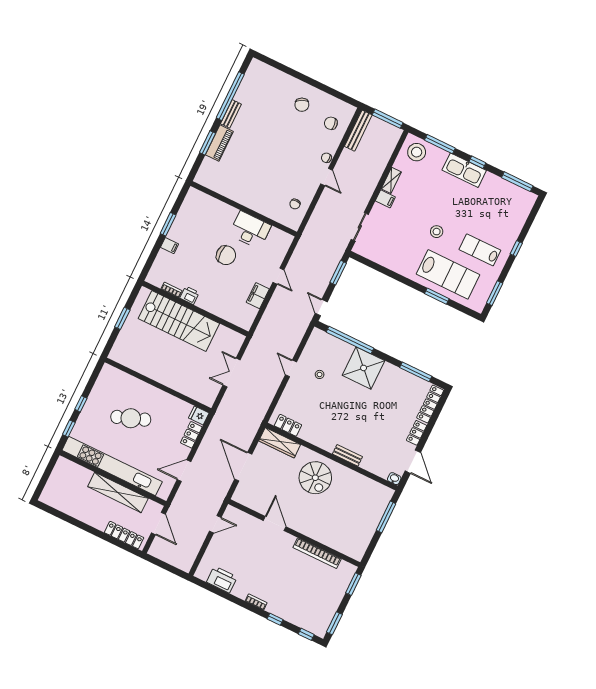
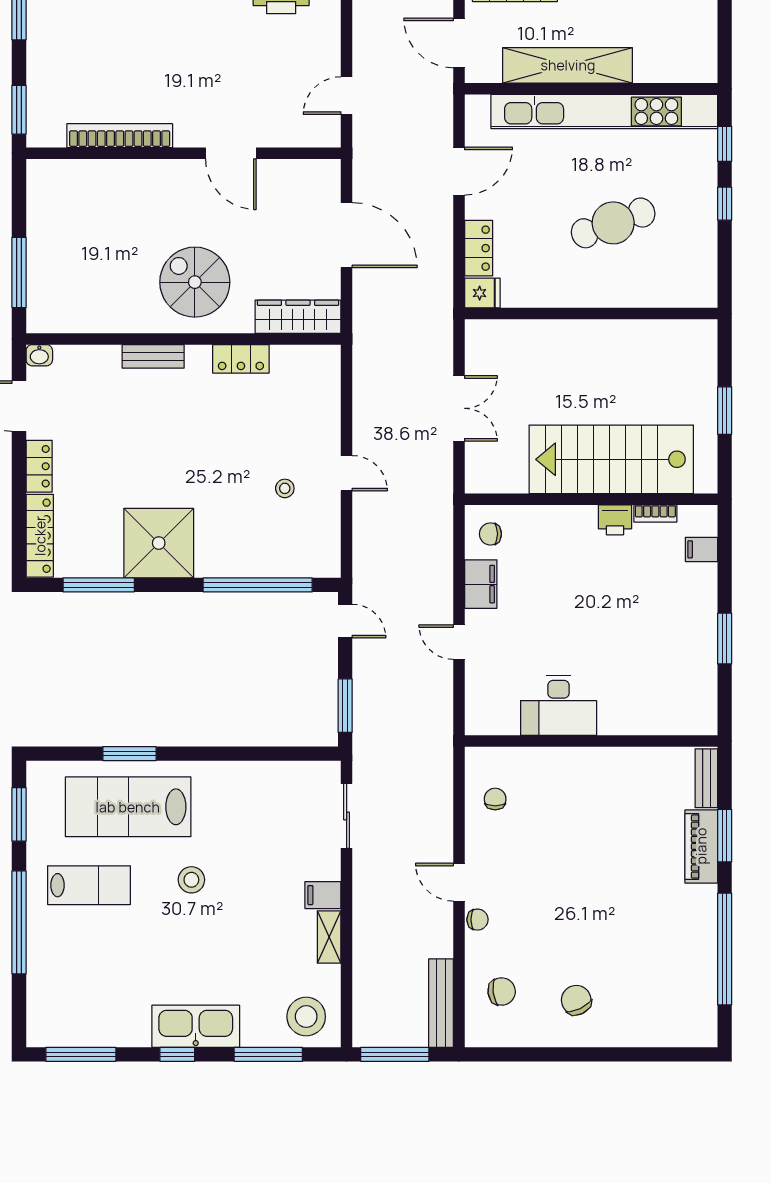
bench: (231, 114) -> (706, 778), moved
filing cabinet: (170, 246) -> (701, 549), moved
window: (516, 249) -> (19, 922), width x3.17
chair: (226, 255) -> (490, 534), moved, width x0.54, depth x0.54
shower: (364, 368) -> (159, 543), moved
locker: (288, 425) -> (241, 359), moved

